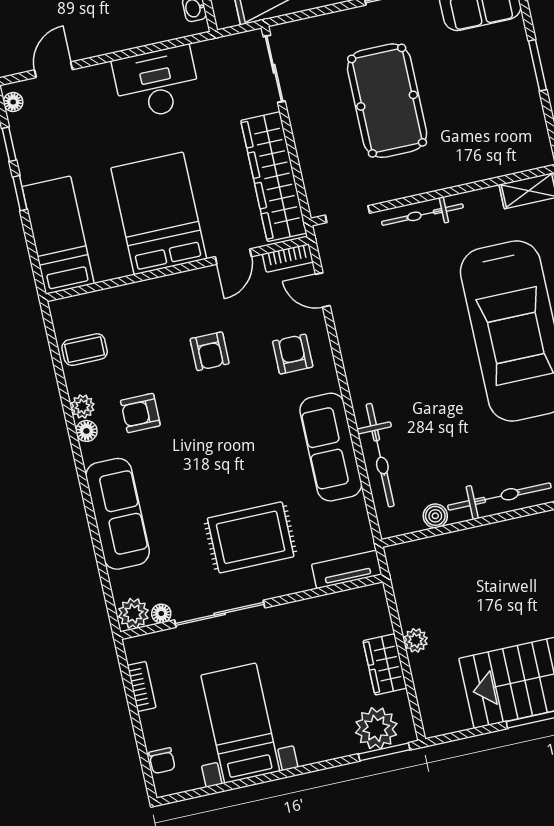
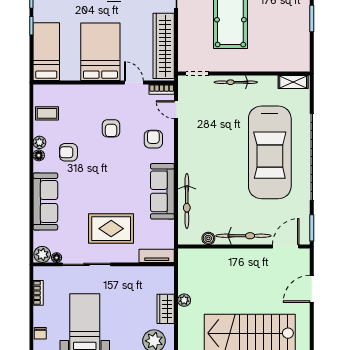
door: (233, 257) -> (134, 82), swing flipped

